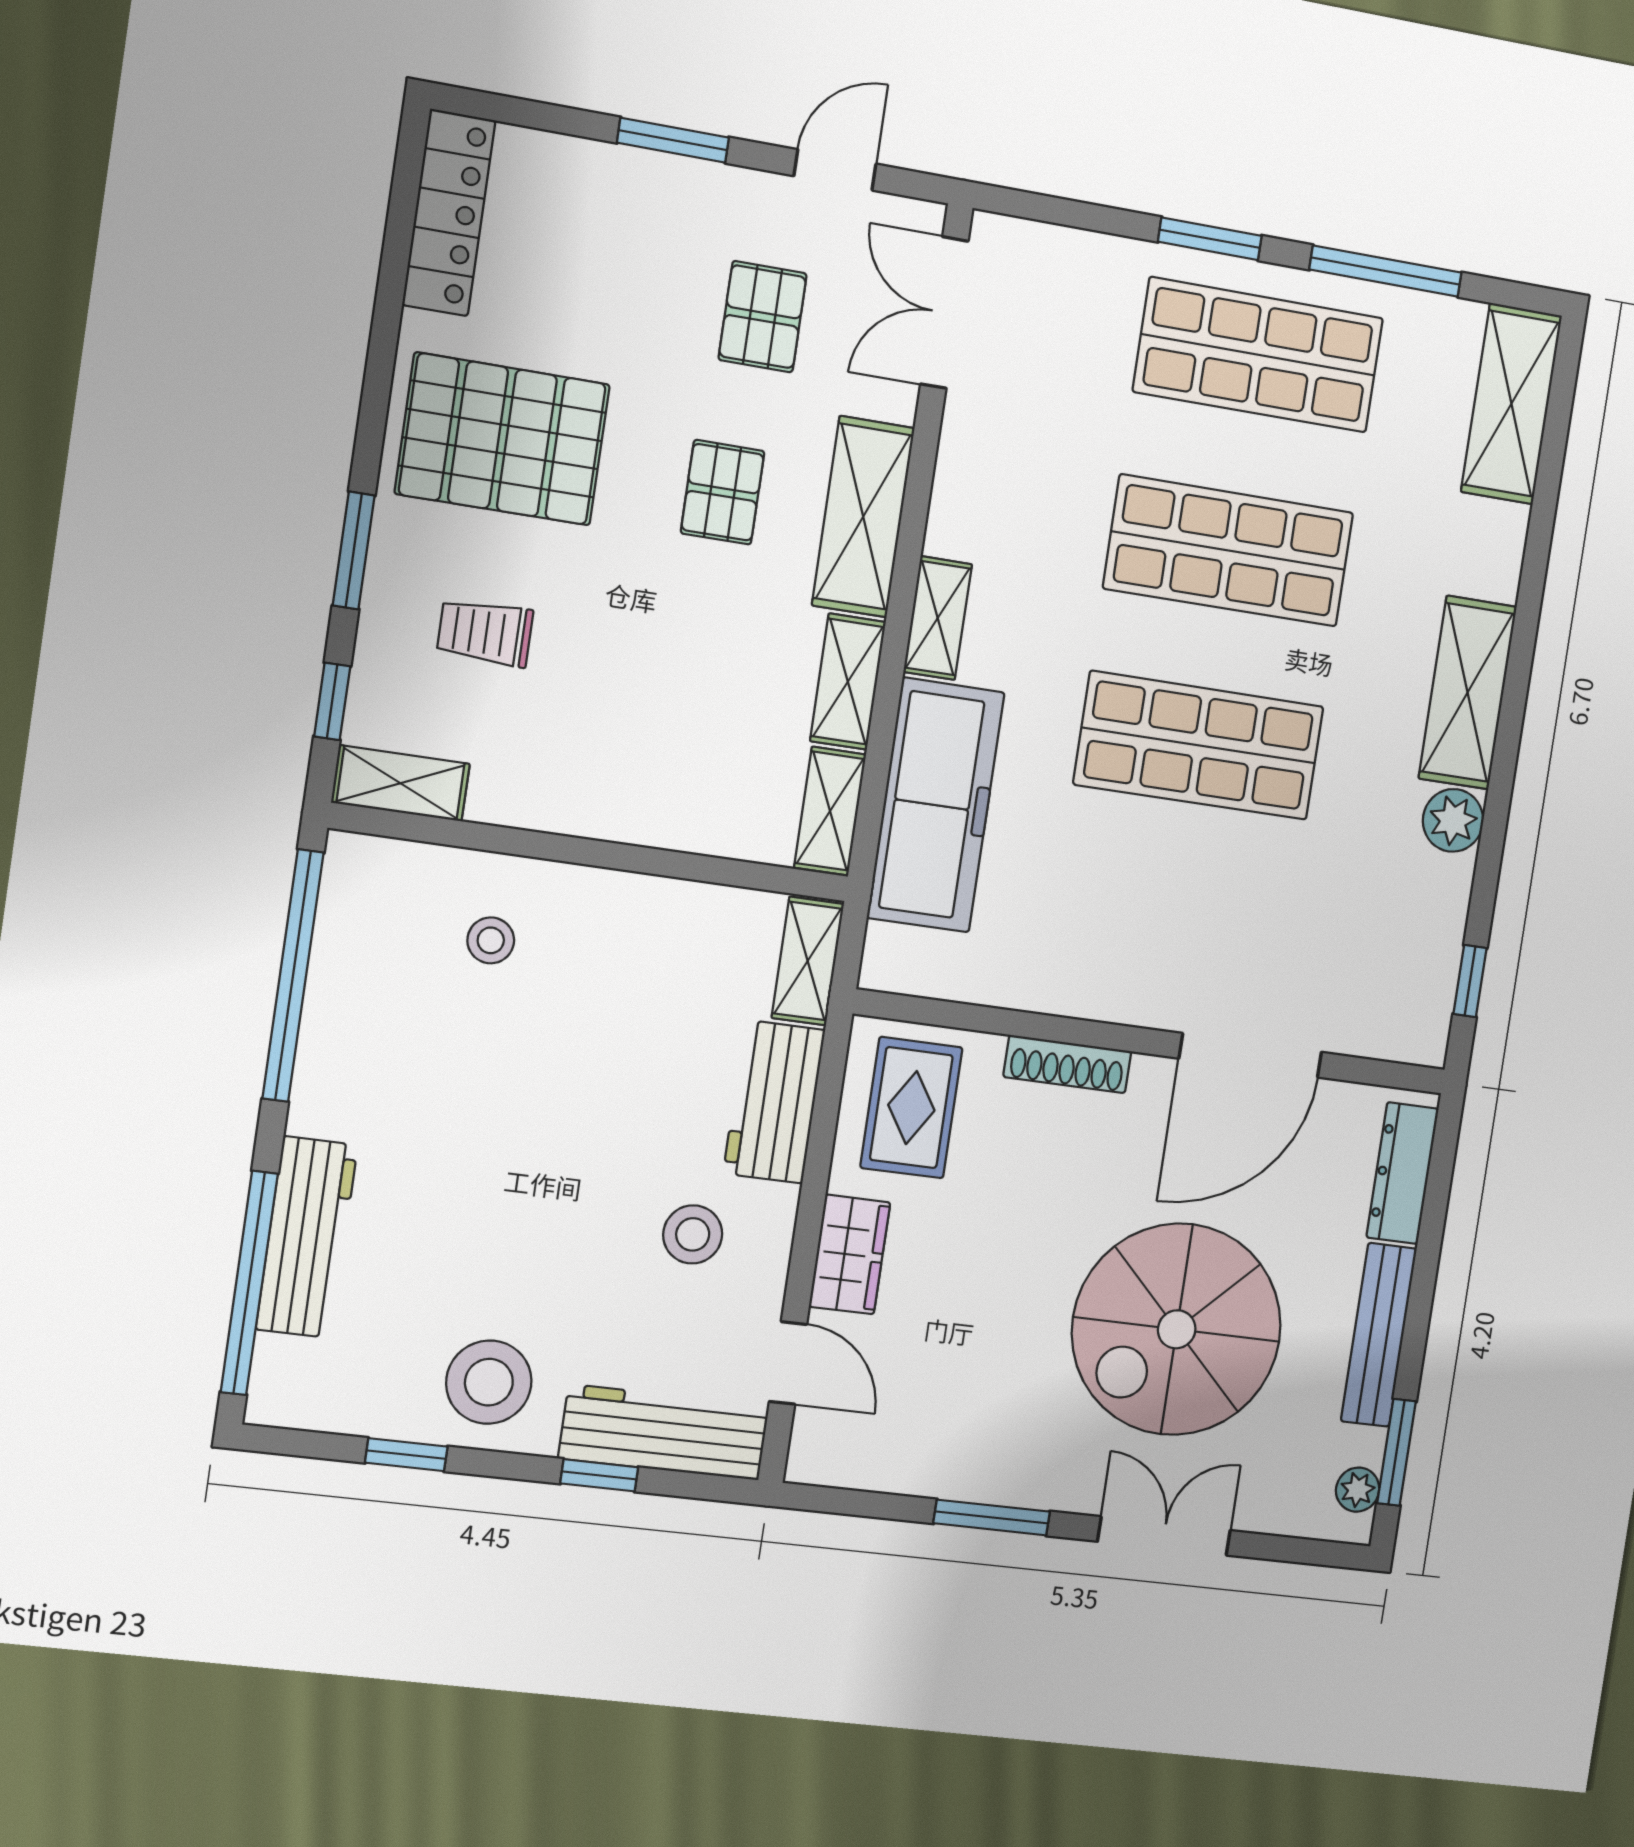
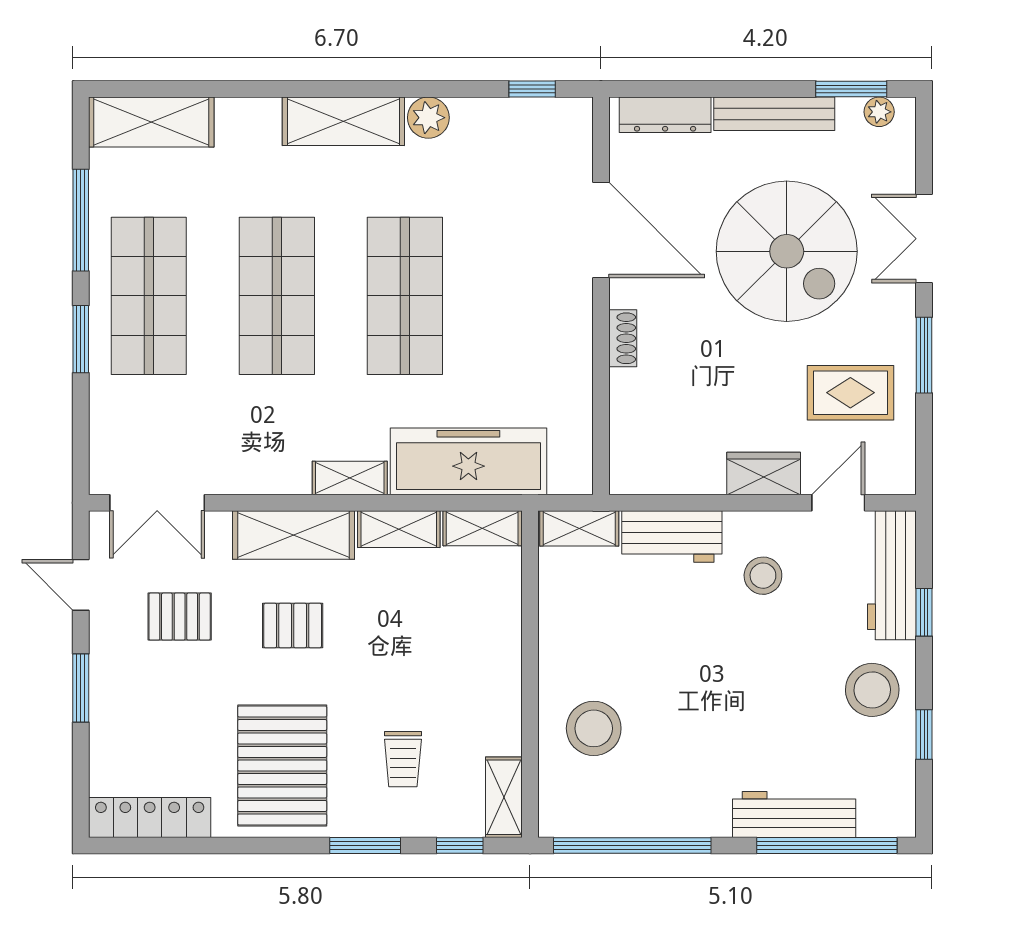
stool: (491, 940) -> (594, 728), width x1.89, depth x1.89
shoe rack: (1067, 1064) -> (623, 338), width x0.70
rug: (911, 1108) -> (850, 393), moved

